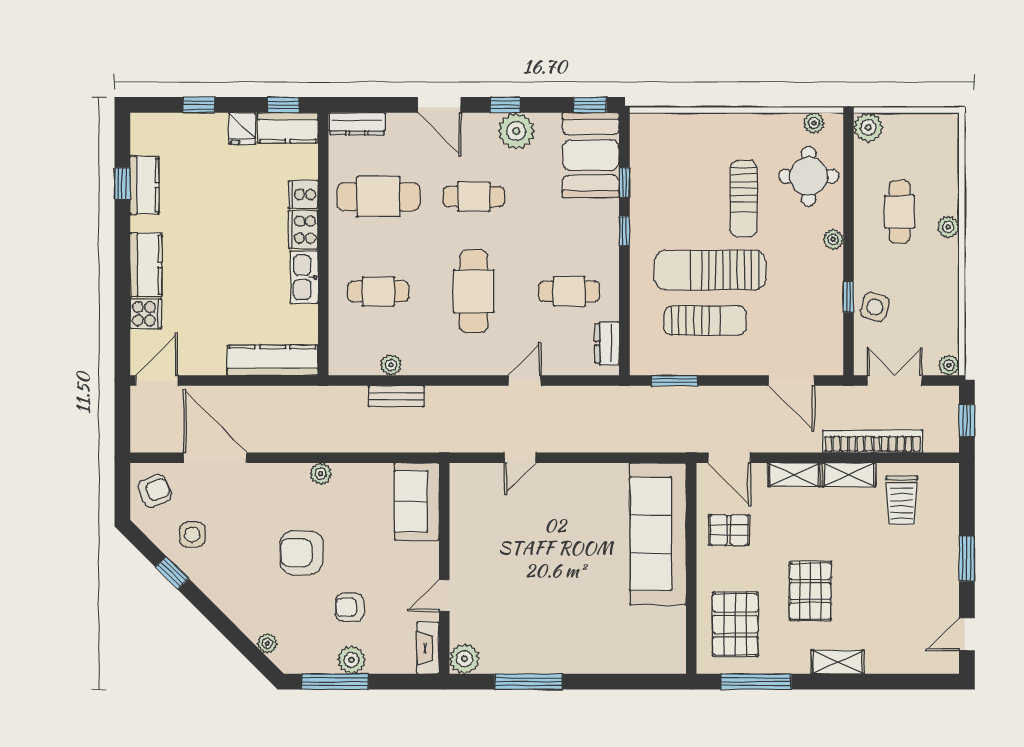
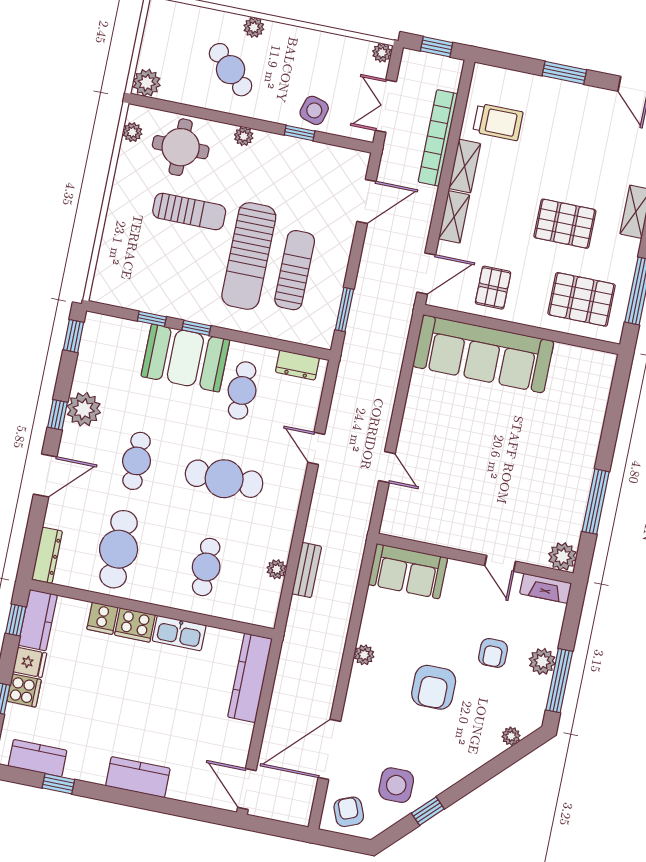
booth: (591, 155) -> (185, 358), moved
kitchen counter: (145, 185) -> (38, 758), moved
cafe table: (900, 212) -> (231, 70), turned 44
cooker: (146, 314) -> (24, 690), moved, turned 90
side table: (192, 535) -> (396, 785), width x1.37, depth x1.37

